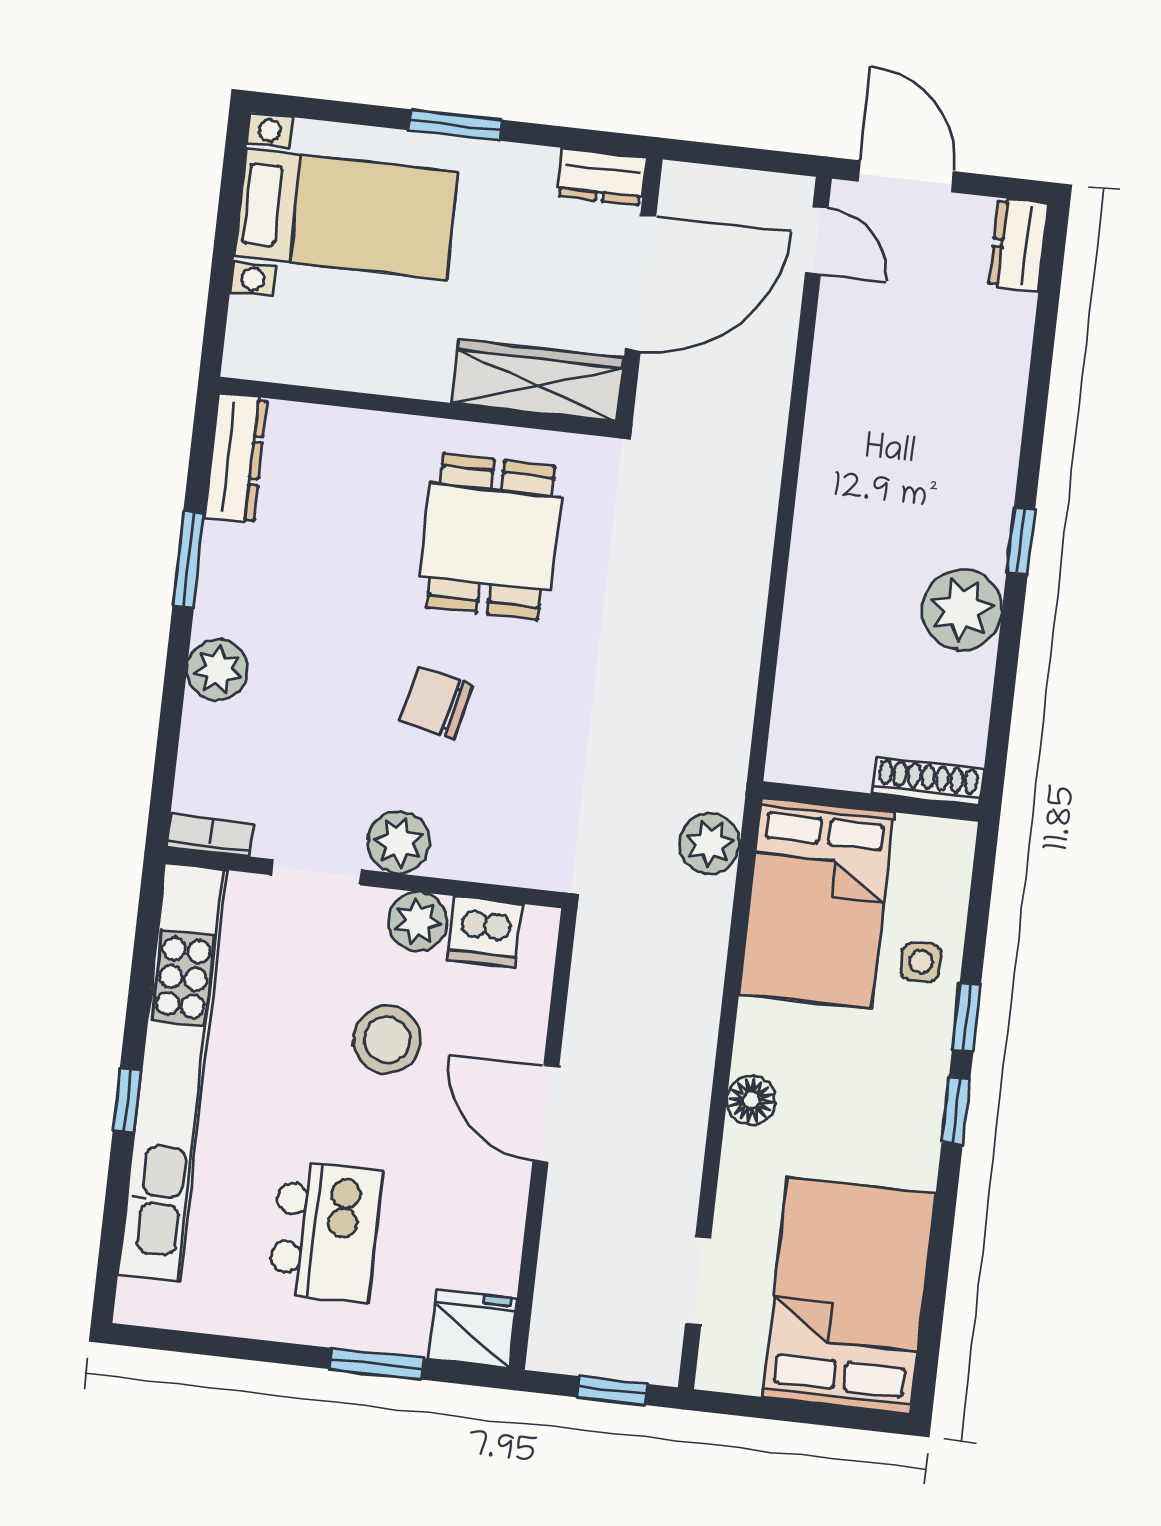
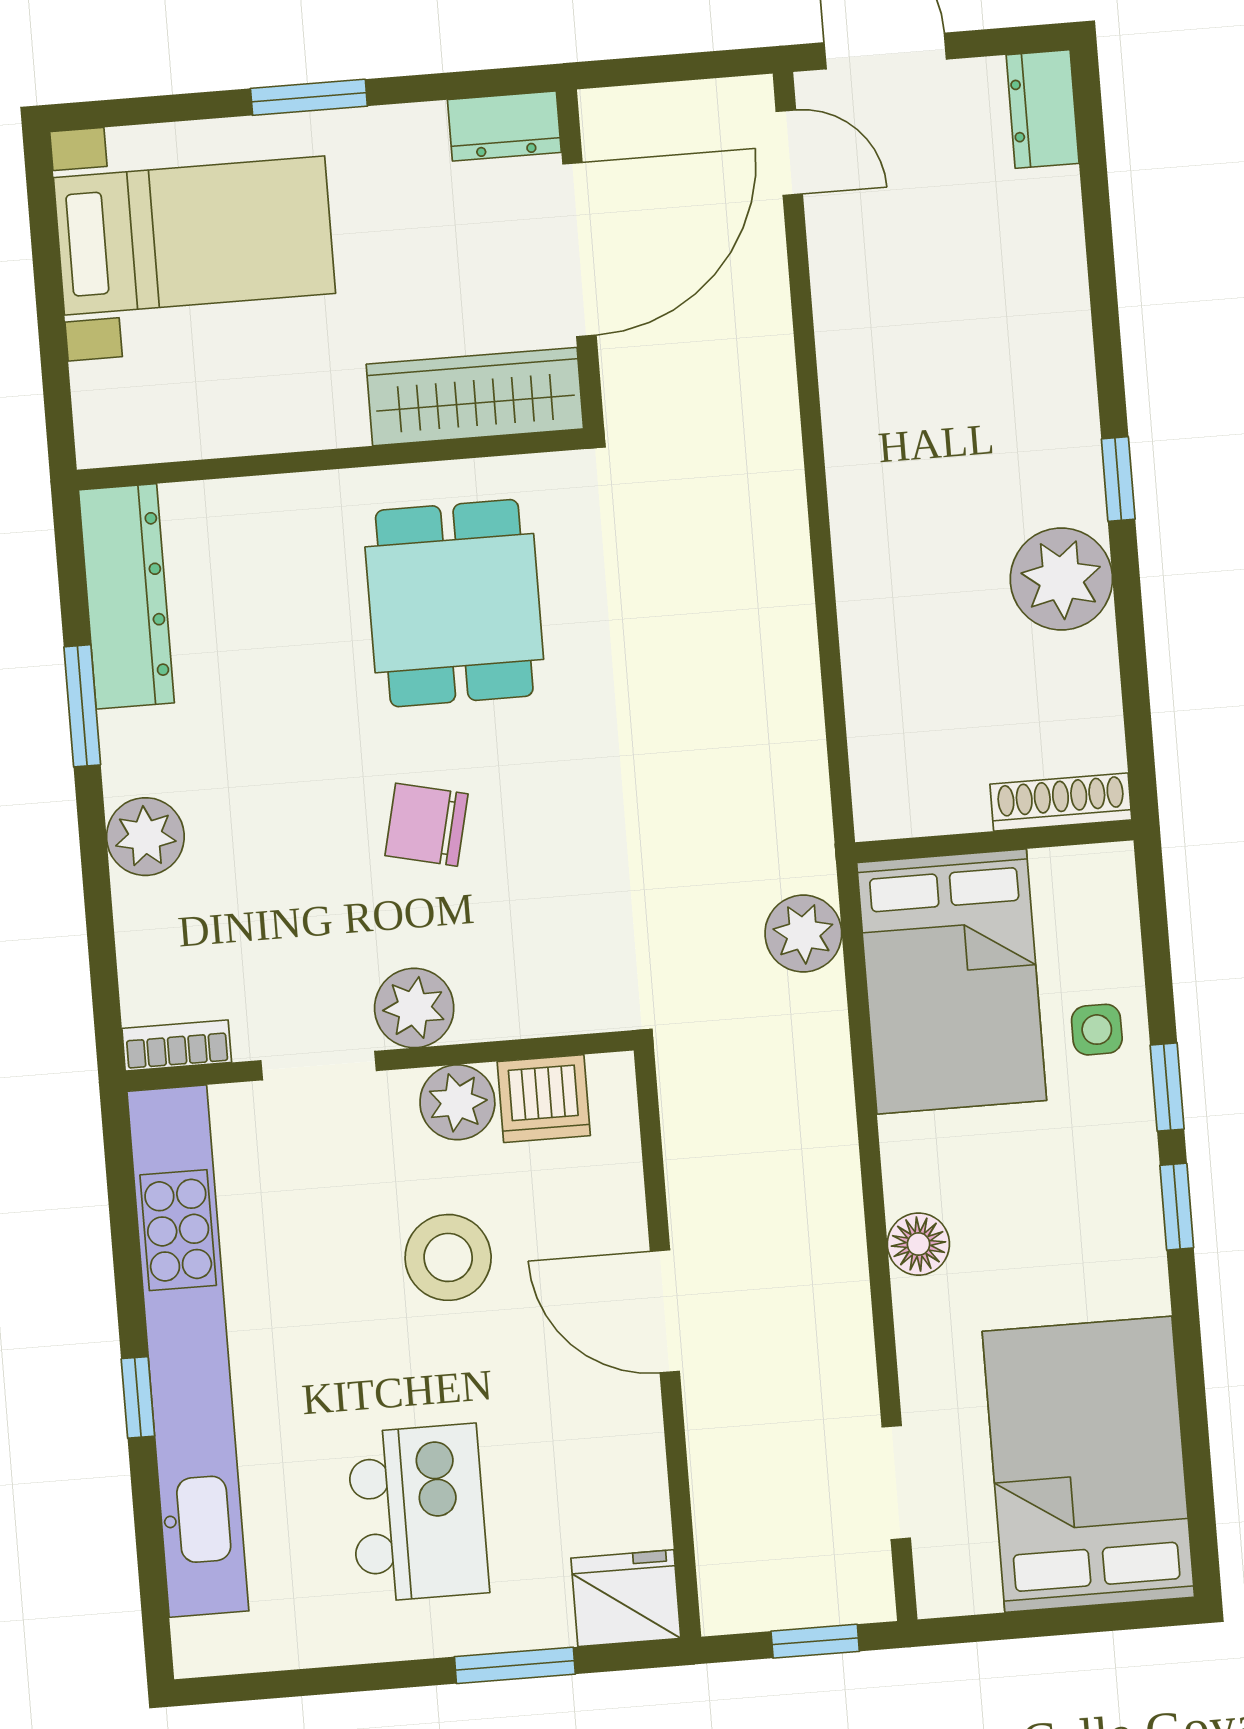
dresser: (236, 458) -> (126, 596), width x1.37, depth x1.24

